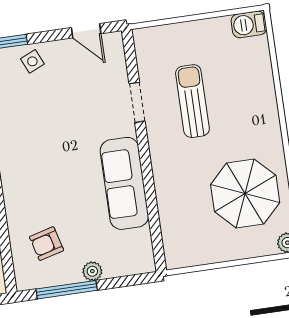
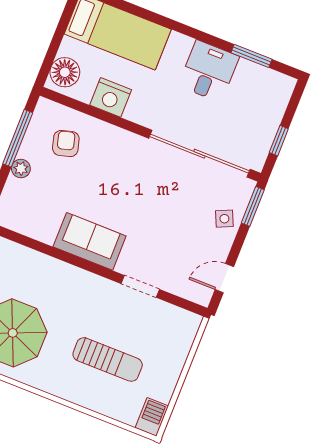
sun lounger: (192, 101) -> (108, 359), moved
sofa: (124, 183) -> (90, 241), width x0.73

